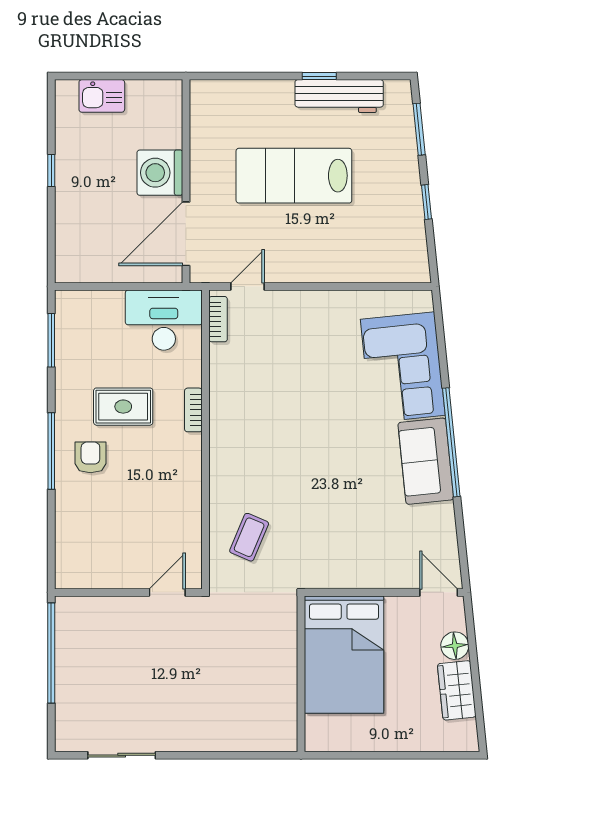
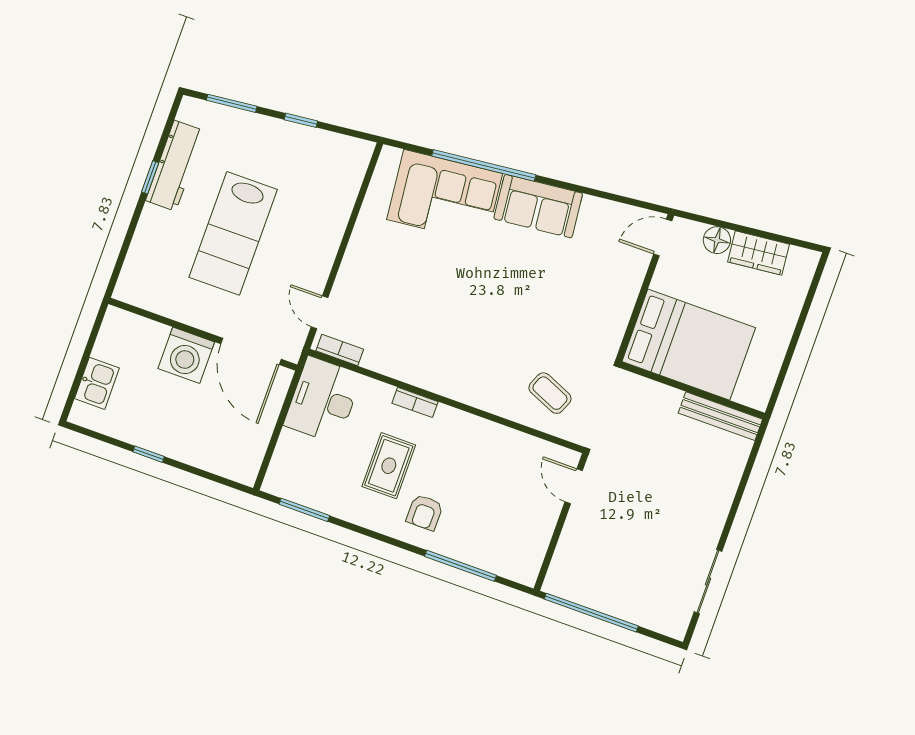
window: (451, 442) -> (484, 165), moved
window: (51, 451) -> (461, 566), moved
armchair: (90, 457) -> (425, 512), turned -90
bench: (286, 710) -> (720, 416), added

